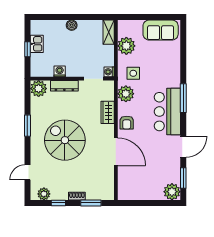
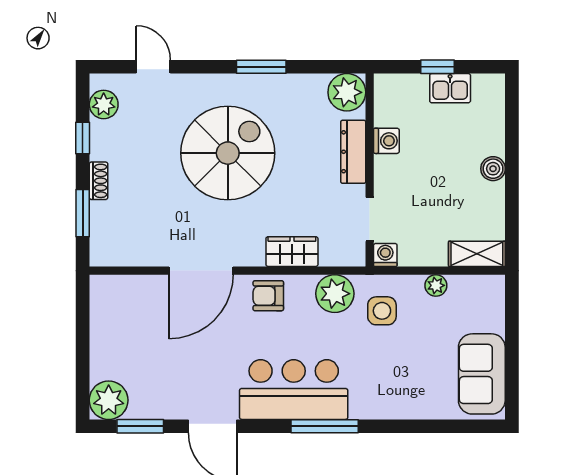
plant: (126, 46) -> (436, 285), width x0.53, depth x0.53

